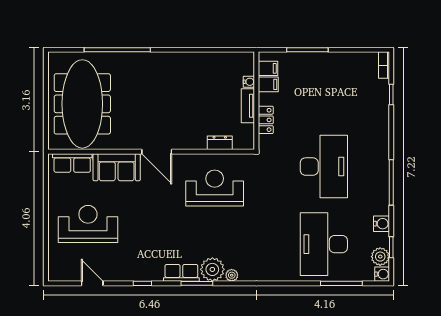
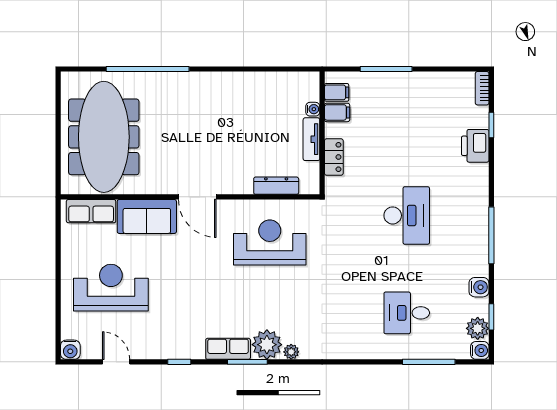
printer: (378, 111) -> (475, 146), added
dresser: (220, 143) -> (276, 186), width x1.44
desk: (324, 167) -> (407, 215), width x0.73, depth x0.77
desk: (324, 244) -> (407, 313), width x0.53, depth x0.77
water cooler: (56, 274) -> (70, 350), added

